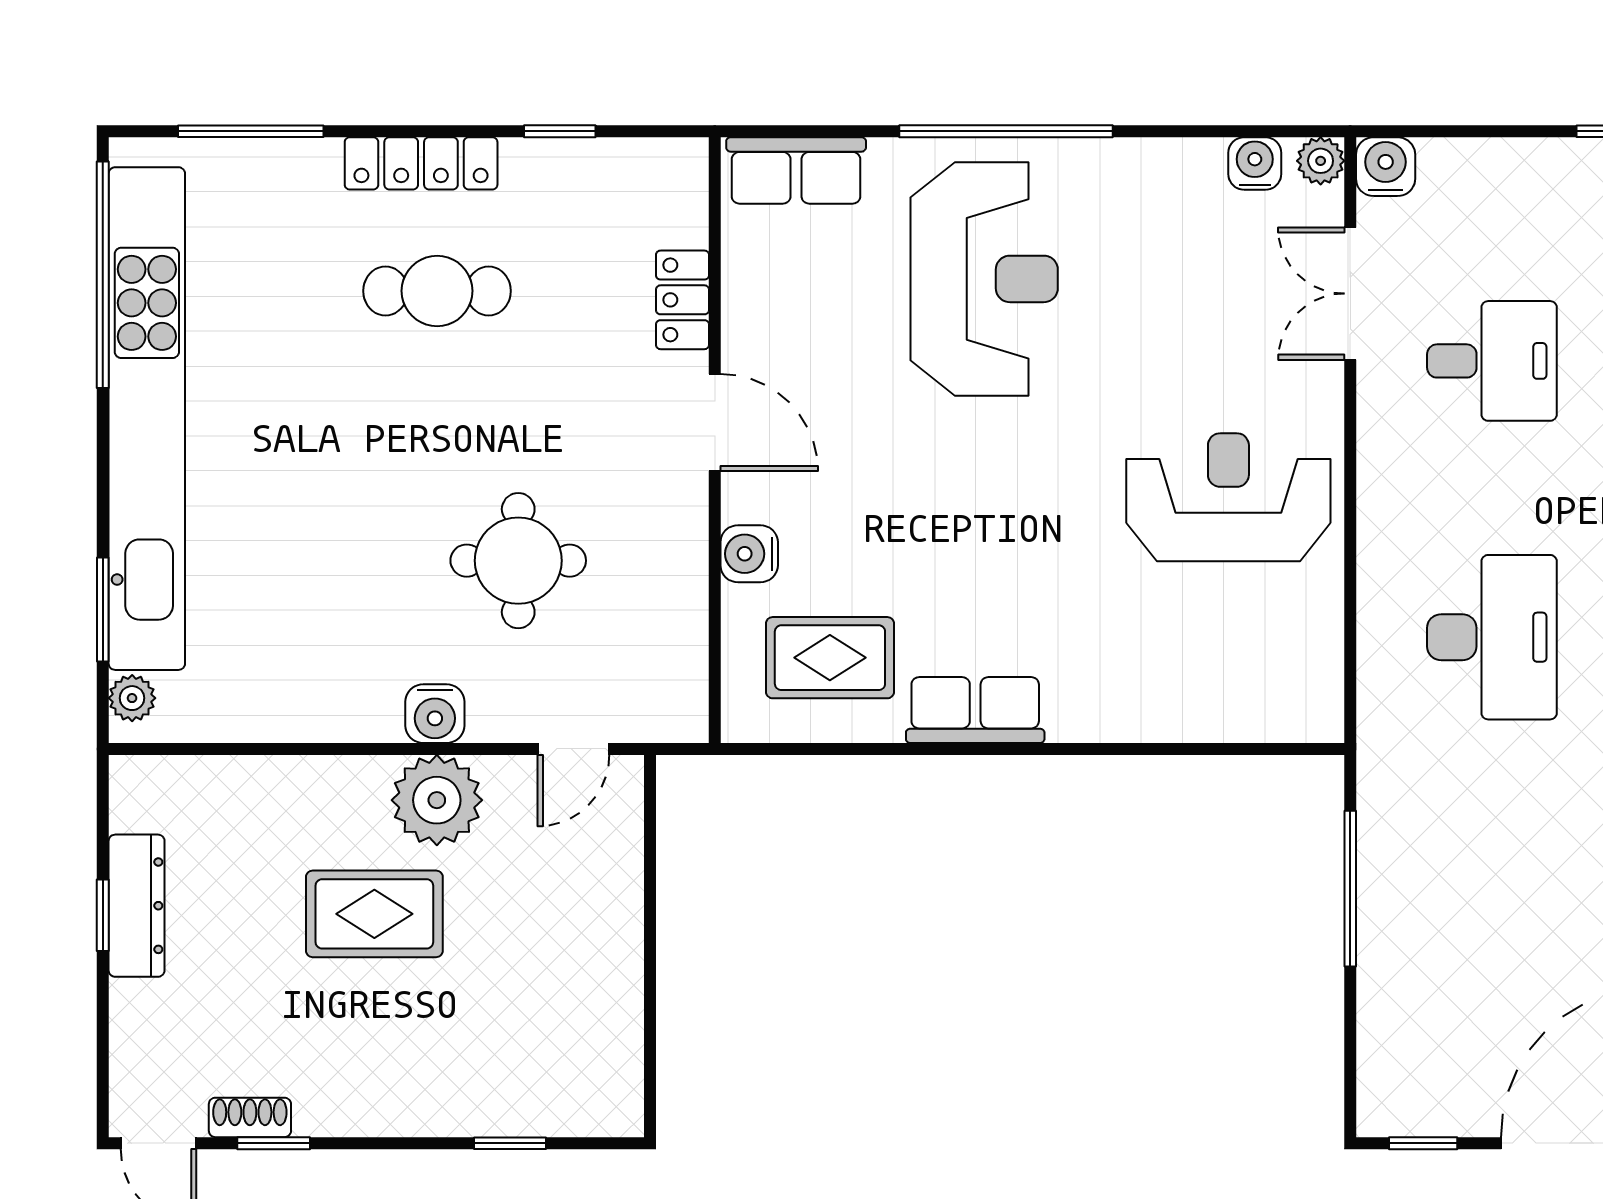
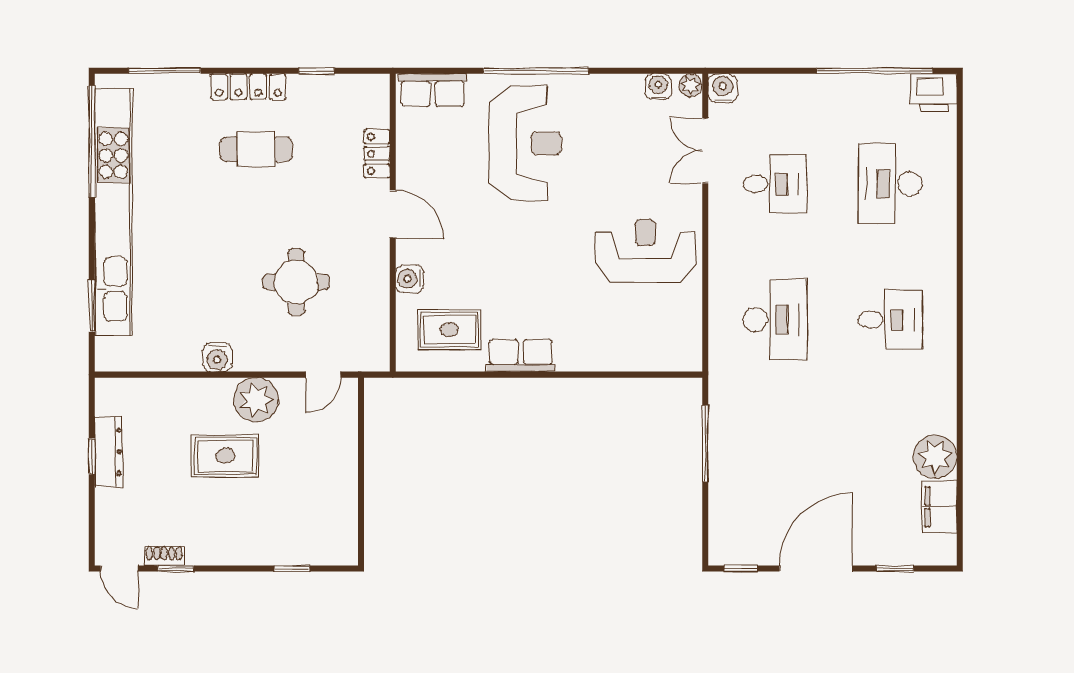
plant: (132, 698) -> (106, 350), removed
water cooler: (435, 714) -> (217, 357), moved

